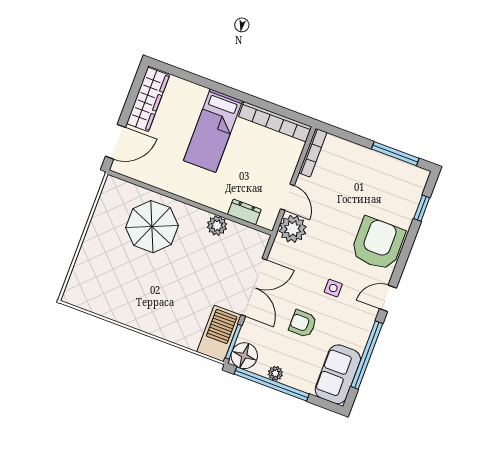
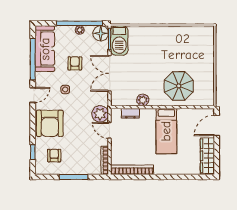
bed: (213, 131) -> (166, 131), moved, turned 180
window: (395, 154) -> (74, 177), moved
armchair: (390, 190) -> (54, 156), added
armchair: (303, 324) -> (75, 63), turned -90
sofa: (338, 374) -> (45, 49), width x1.36

